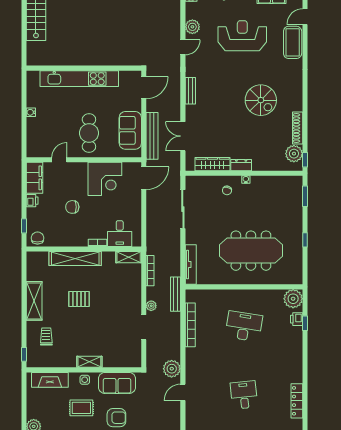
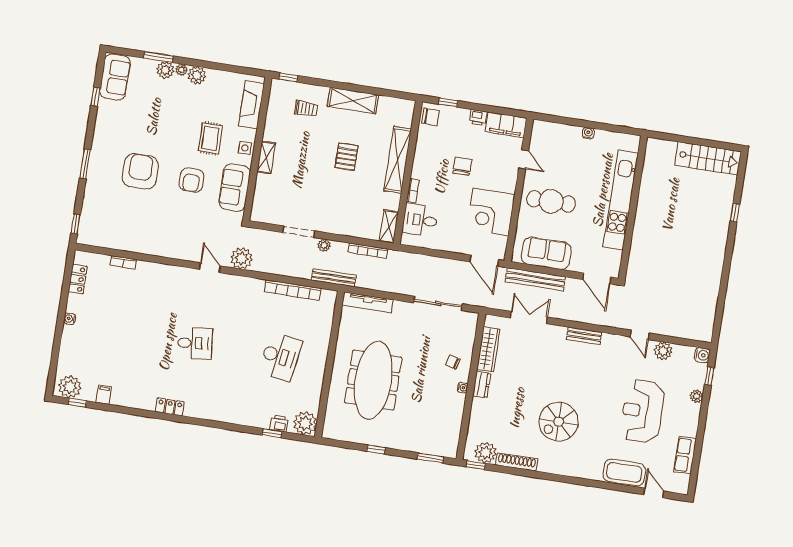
reception desk: (242, 36) -> (642, 411), turned 180
locker: (297, 401) -> (170, 407), width x0.66

